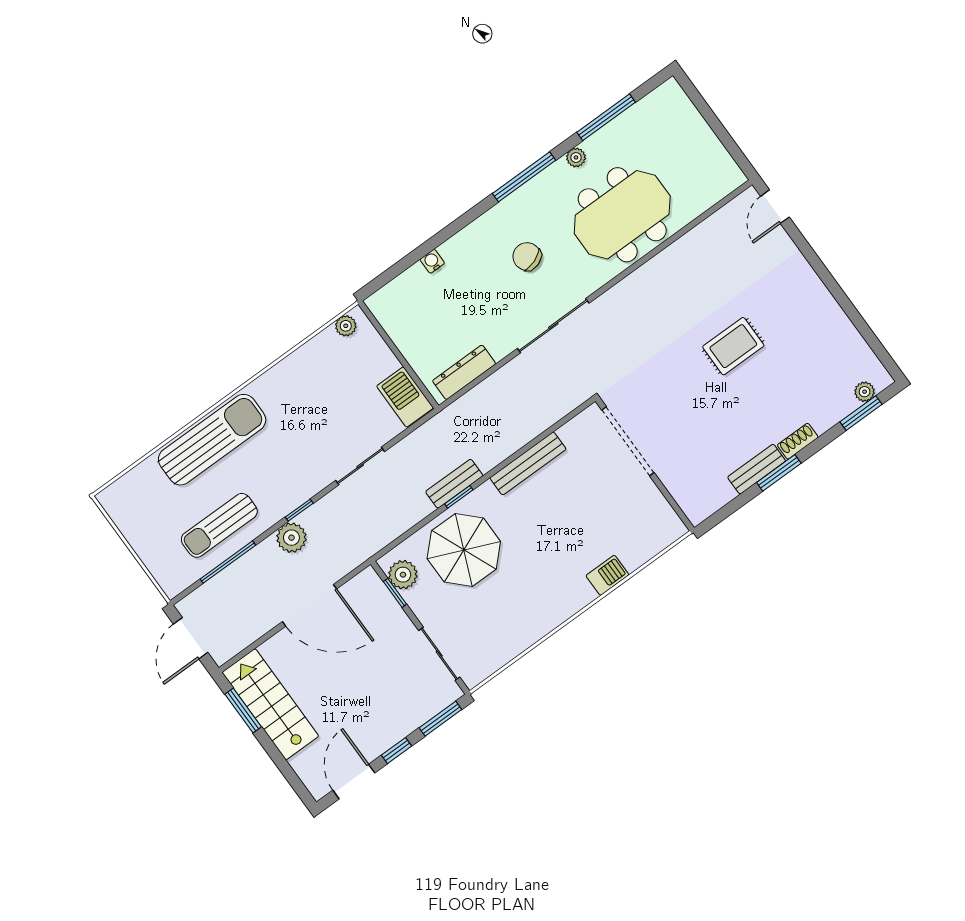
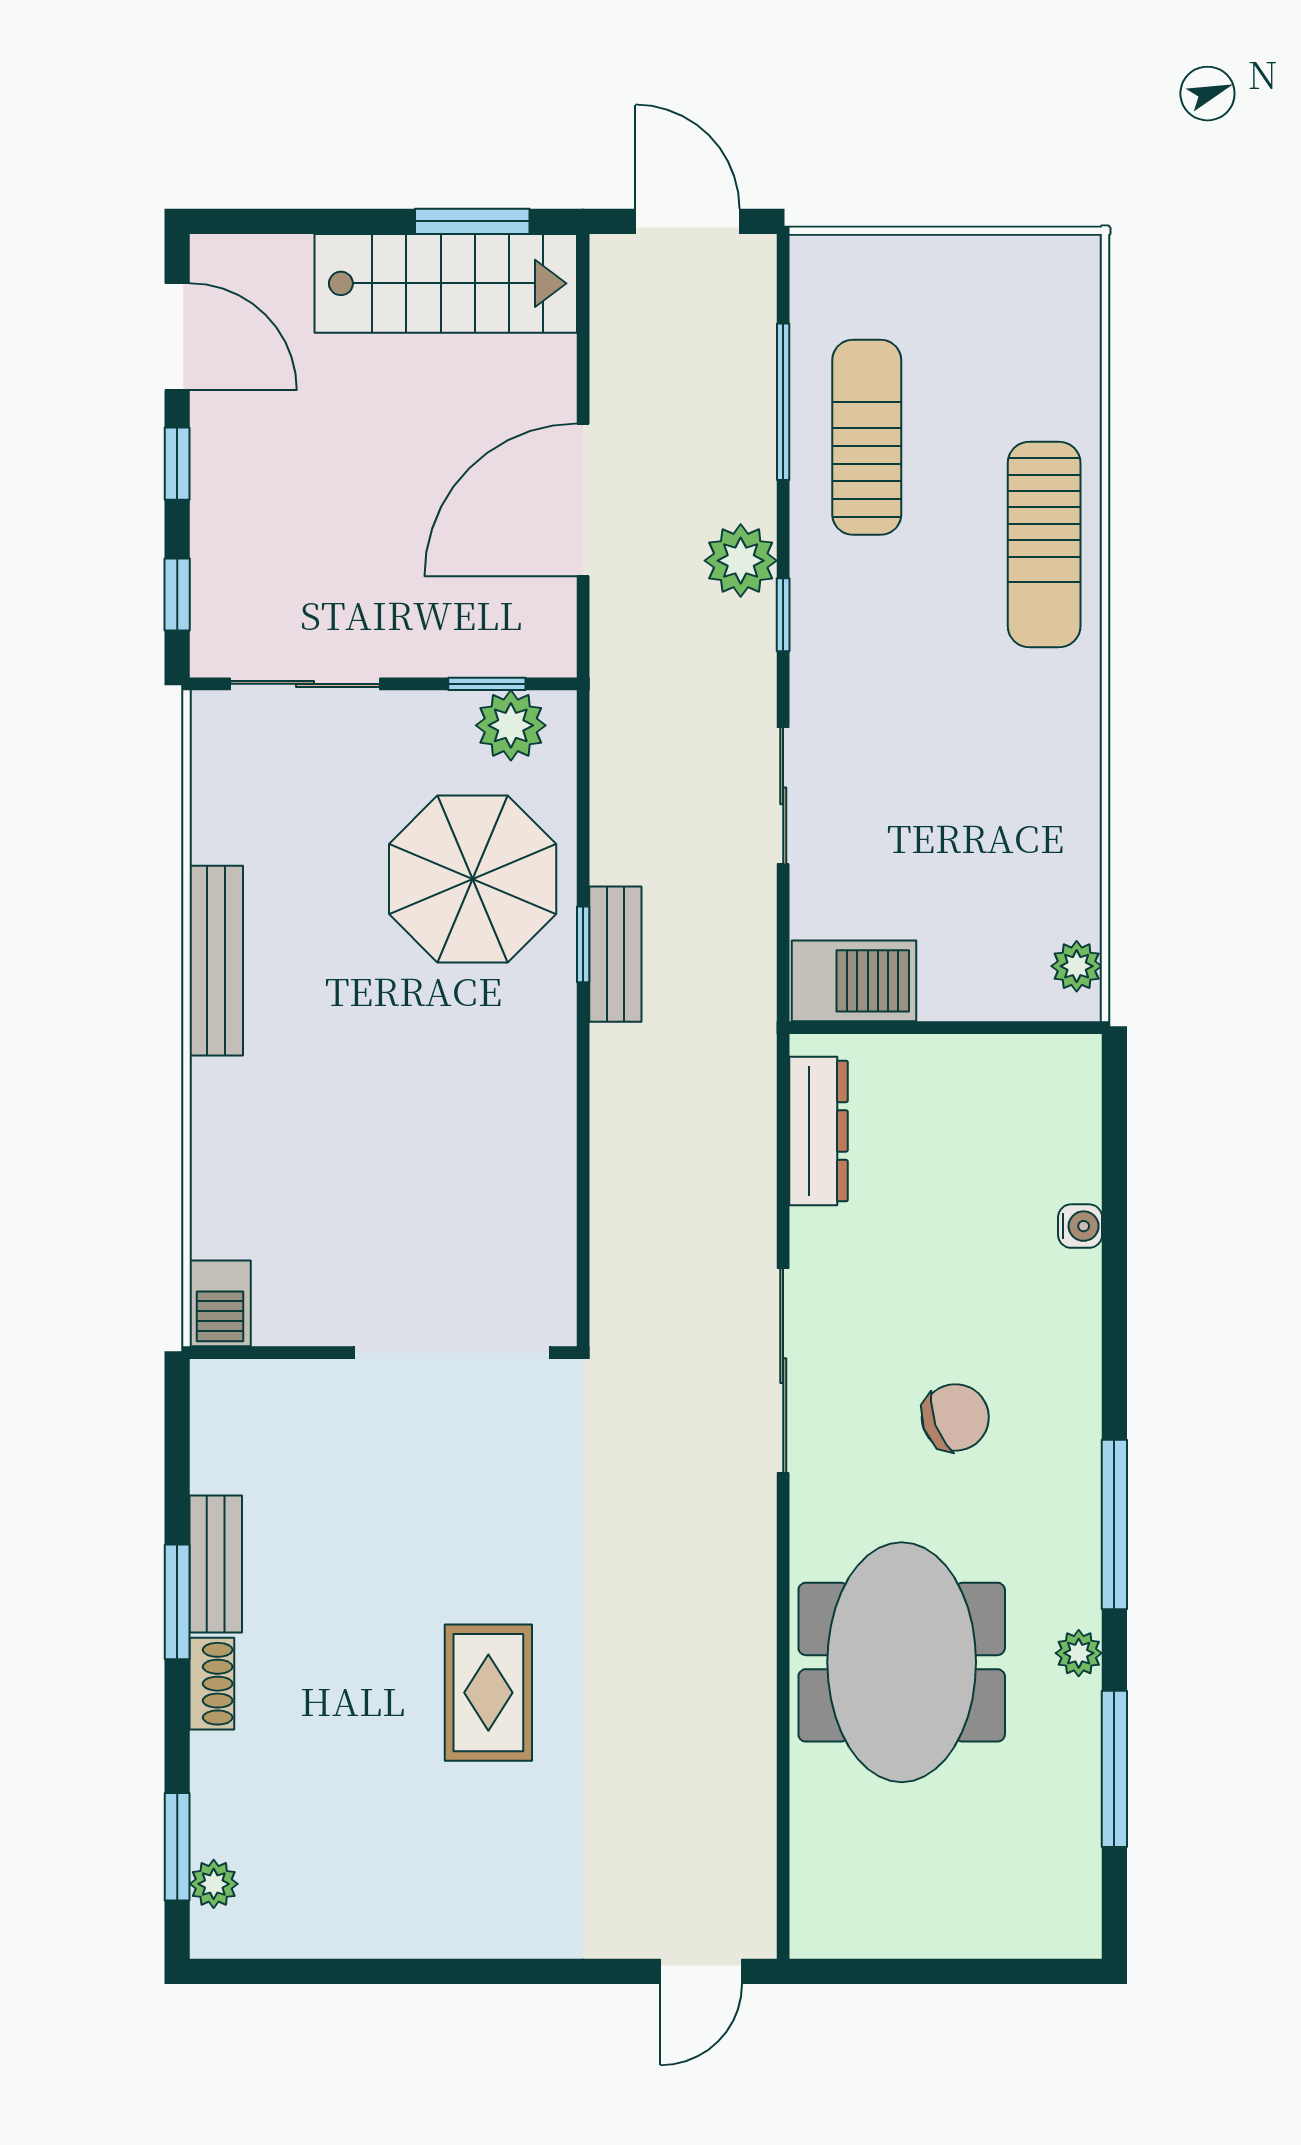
door: (775, 207) -> (701, 1971), swing flipped
sun lounger: (212, 440) -> (1044, 545), width x0.73, depth x0.75
bench: (528, 463) -> (216, 961), moved
barbecue: (607, 575) -> (220, 1303), moved
window: (440, 719) -> (177, 595), width x0.67

